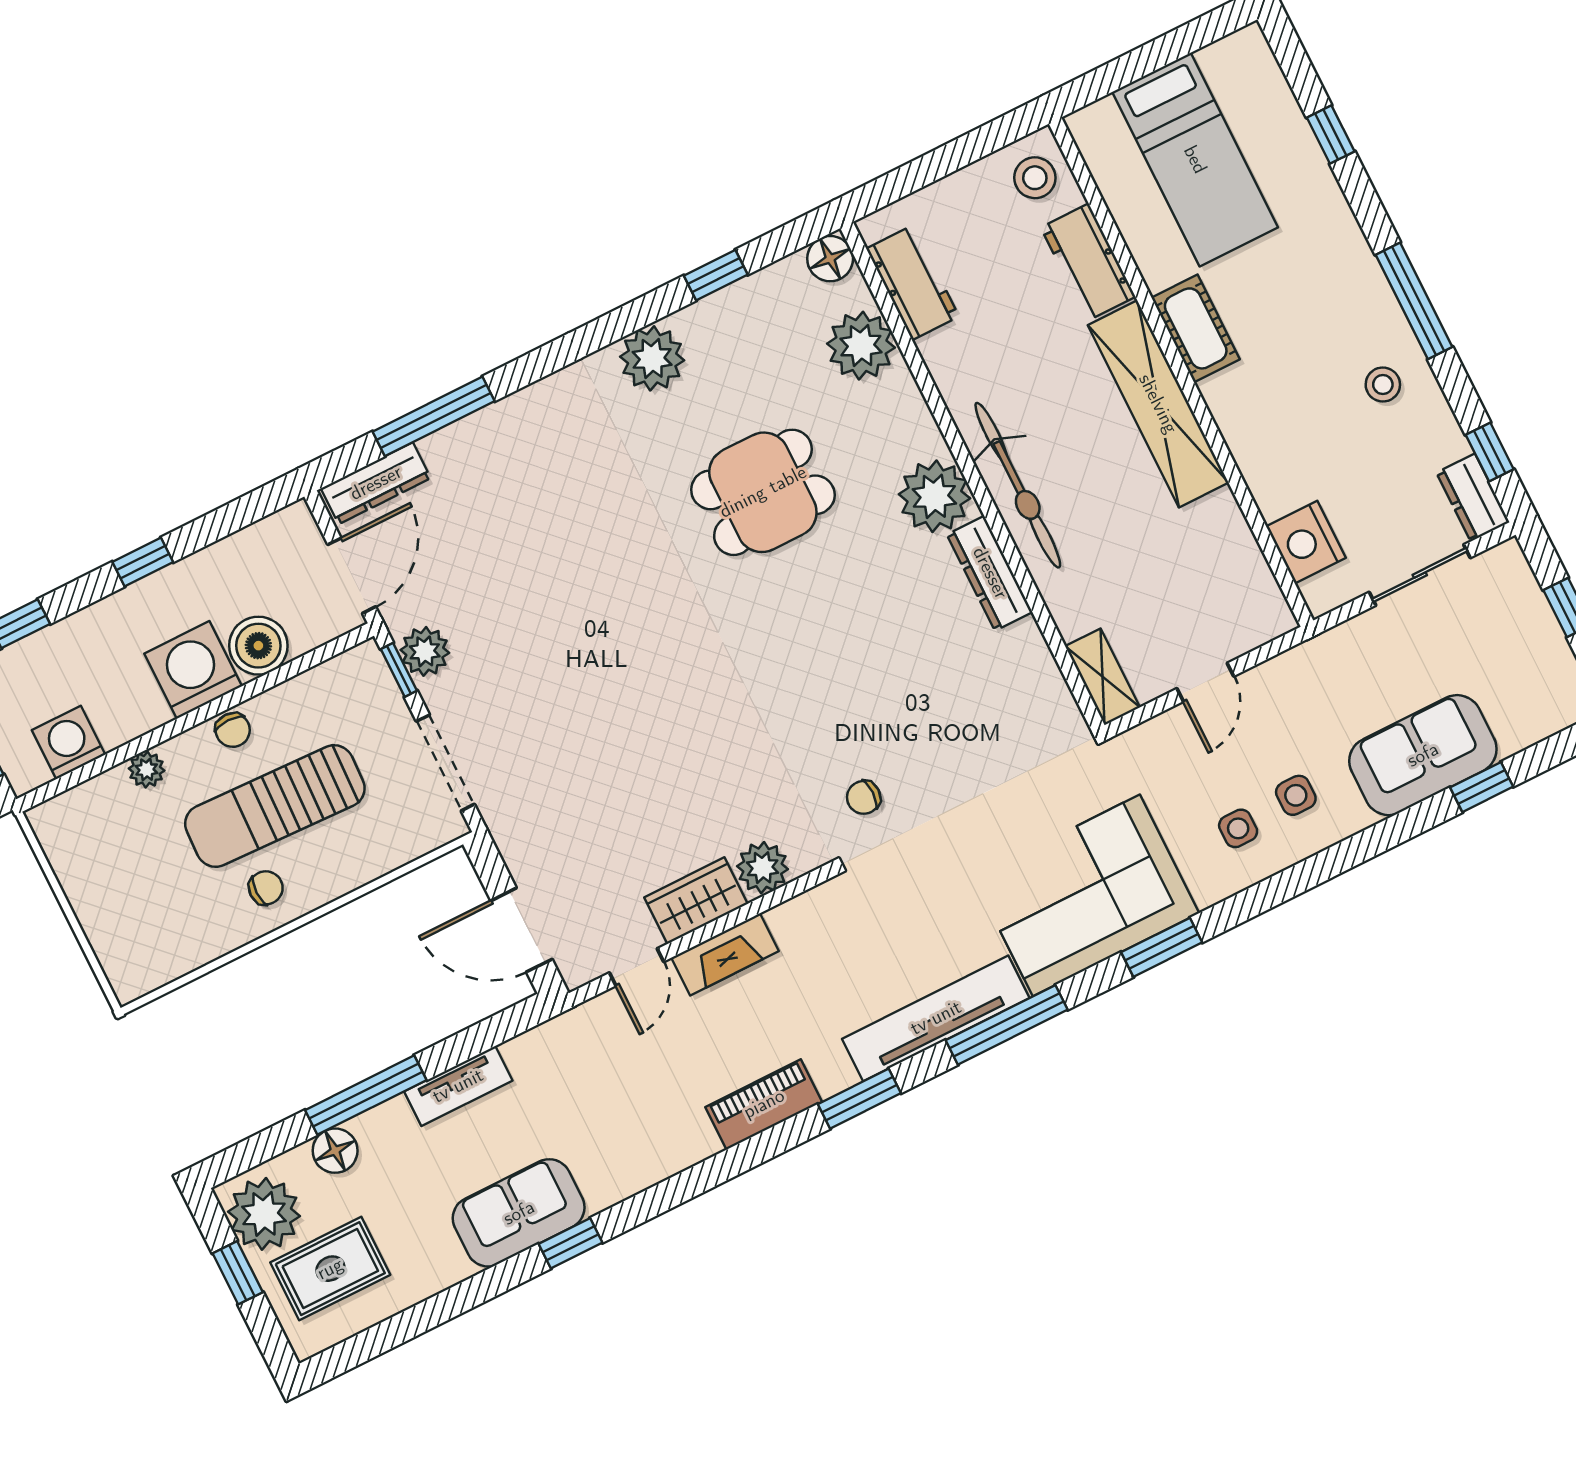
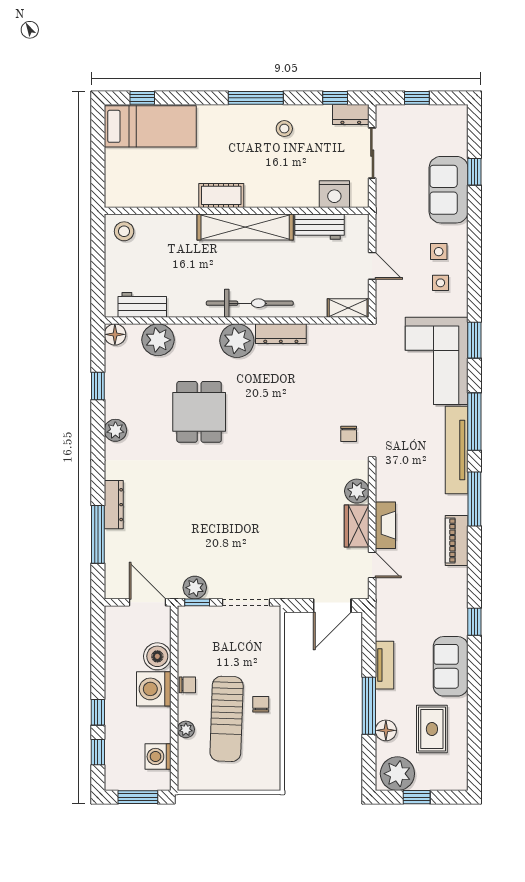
window: (1331, 135) -> (142, 98), moved
bed: (1195, 160) -> (150, 126), moved
workbench: (1088, 262) -> (319, 227), moved
plant: (652, 358) -> (115, 430), width x0.73, depth x0.73
dresser: (376, 483) -> (114, 505), moved
window: (143, 562) -> (98, 712), moved
sun lounger: (275, 806) -> (227, 719), moved
window: (859, 1099) -> (474, 499), width x1.44
window: (571, 1243) -> (474, 622), moved
rug: (330, 1269) -> (432, 729), moved

